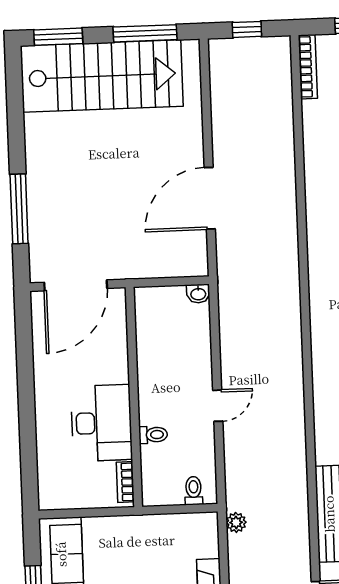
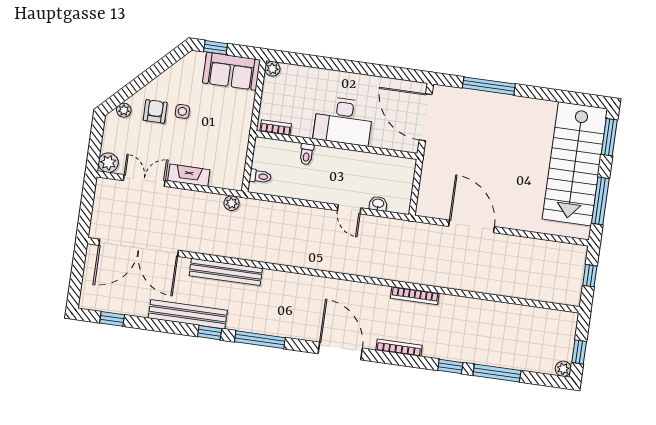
bookcase: (308, 67) -> (415, 296), moved
washbasin: (198, 294) -> (378, 204), moved, turned 90
door: (218, 406) -> (349, 209), moved
desk: (101, 423) -> (343, 121), moved
plant: (48, 500) -> (272, 69), added

